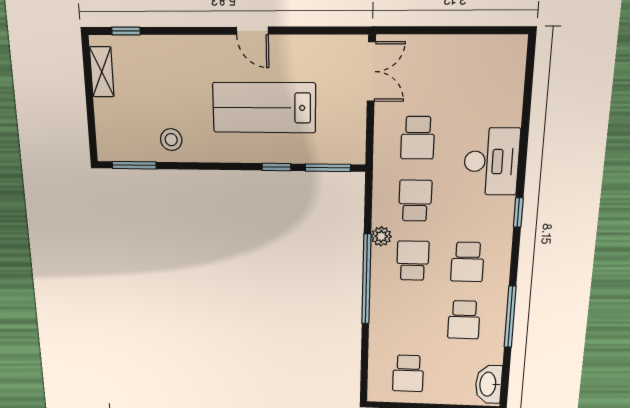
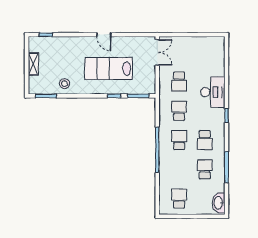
shelving: (102, 72) -> (33, 64), moved
plant: (381, 236) -> (164, 128), removed
school desk: (464, 320) -> (205, 169), turned 180
school desk: (408, 373) -> (179, 199), turned 180

